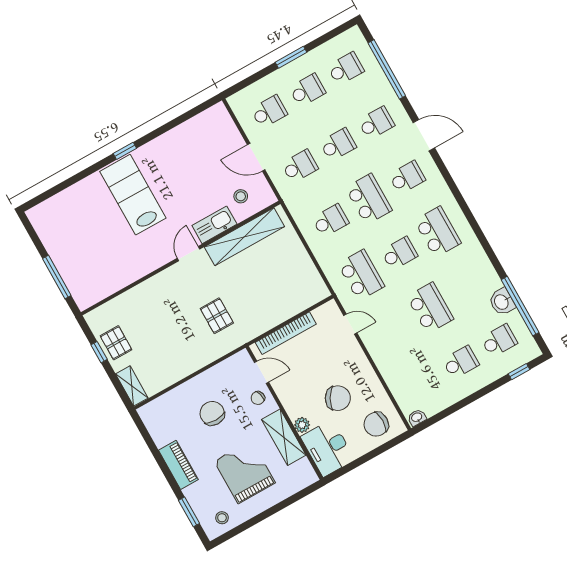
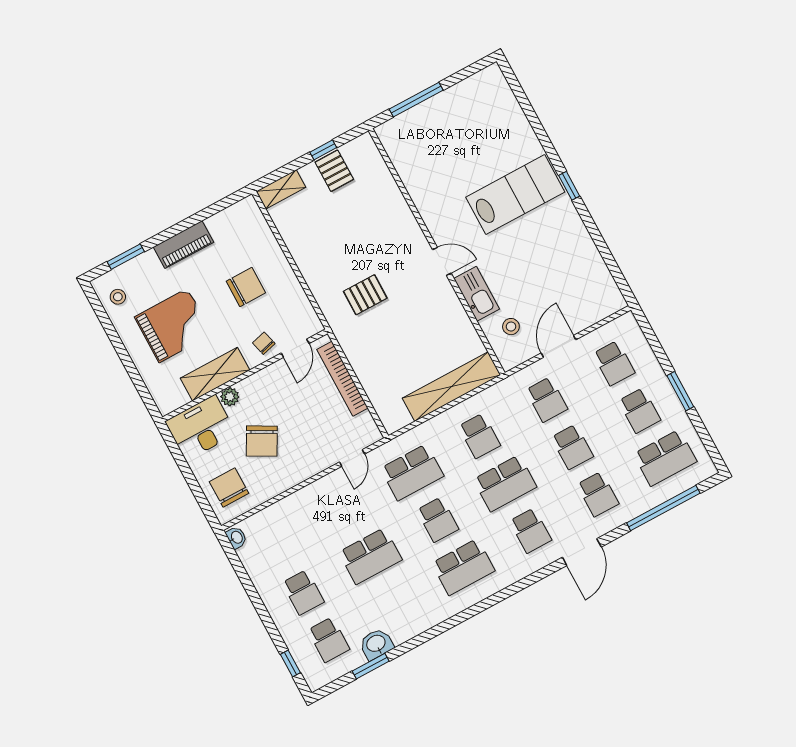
school desk: (346, 69) -> (665, 458), width x1.85
shelving: (244, 237) -> (451, 387), moved, turned 90
window: (520, 306) -> (371, 666), width x0.47
pallet: (116, 343) -> (334, 171), turned 90

